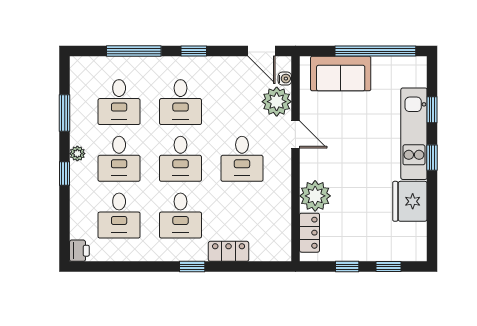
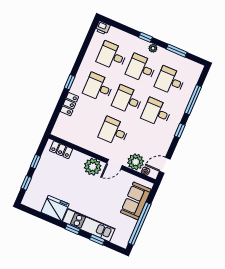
plant: (315, 196) -> (93, 167), moved

